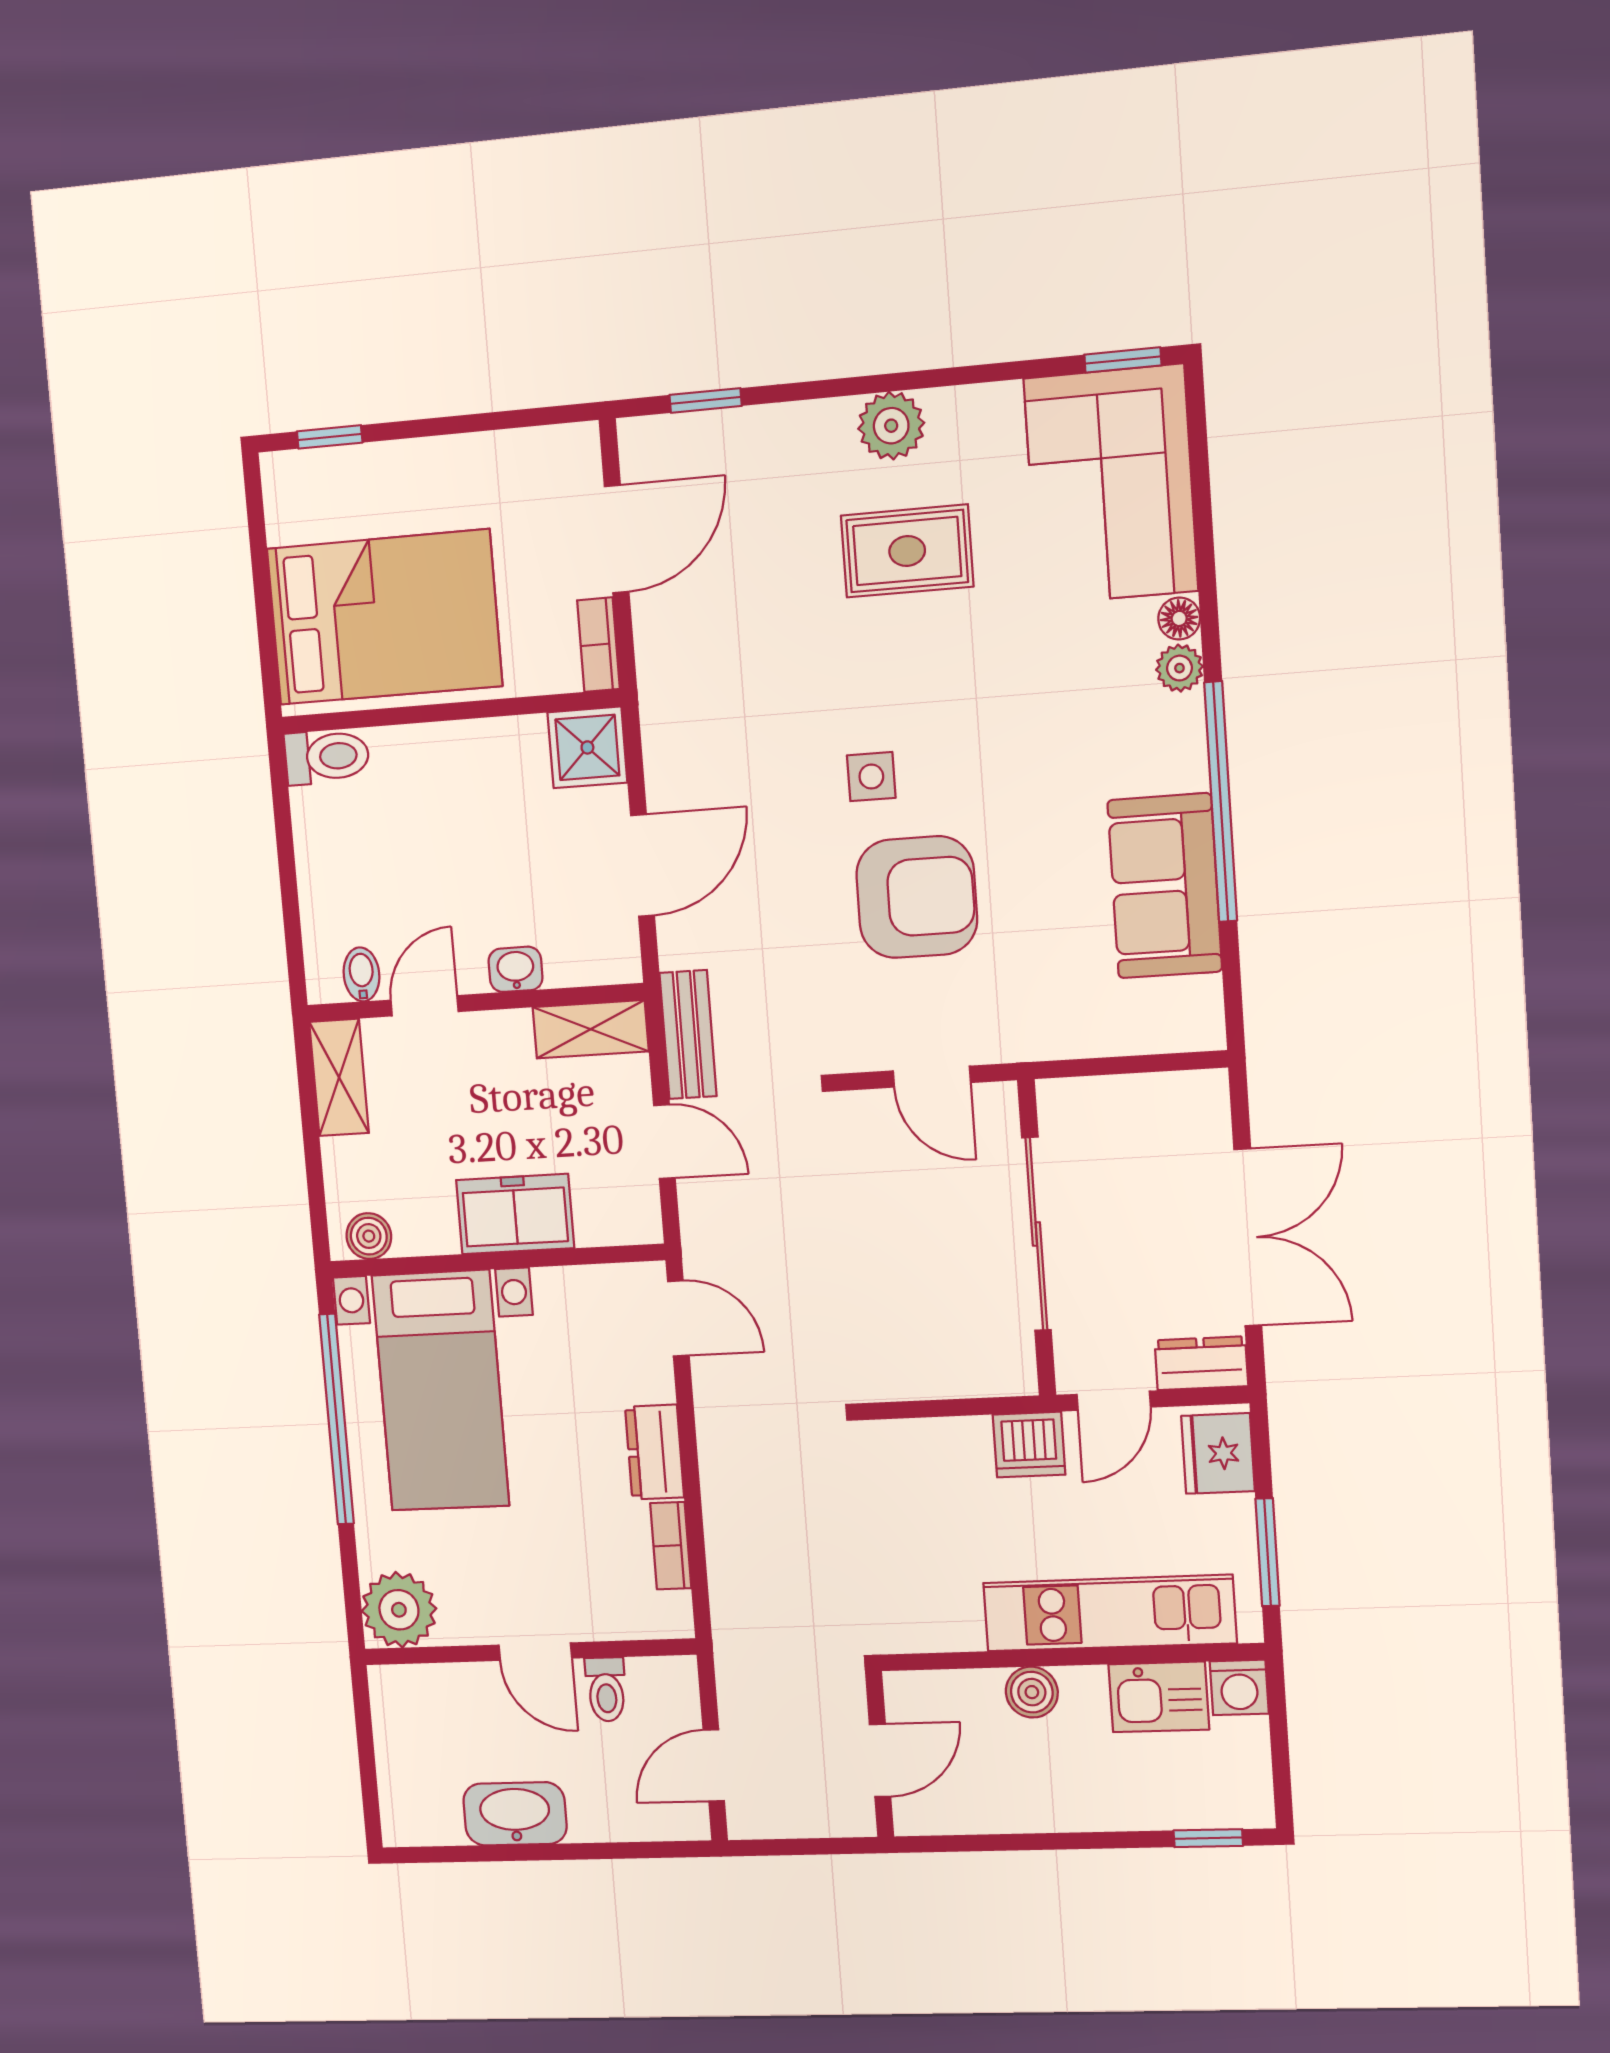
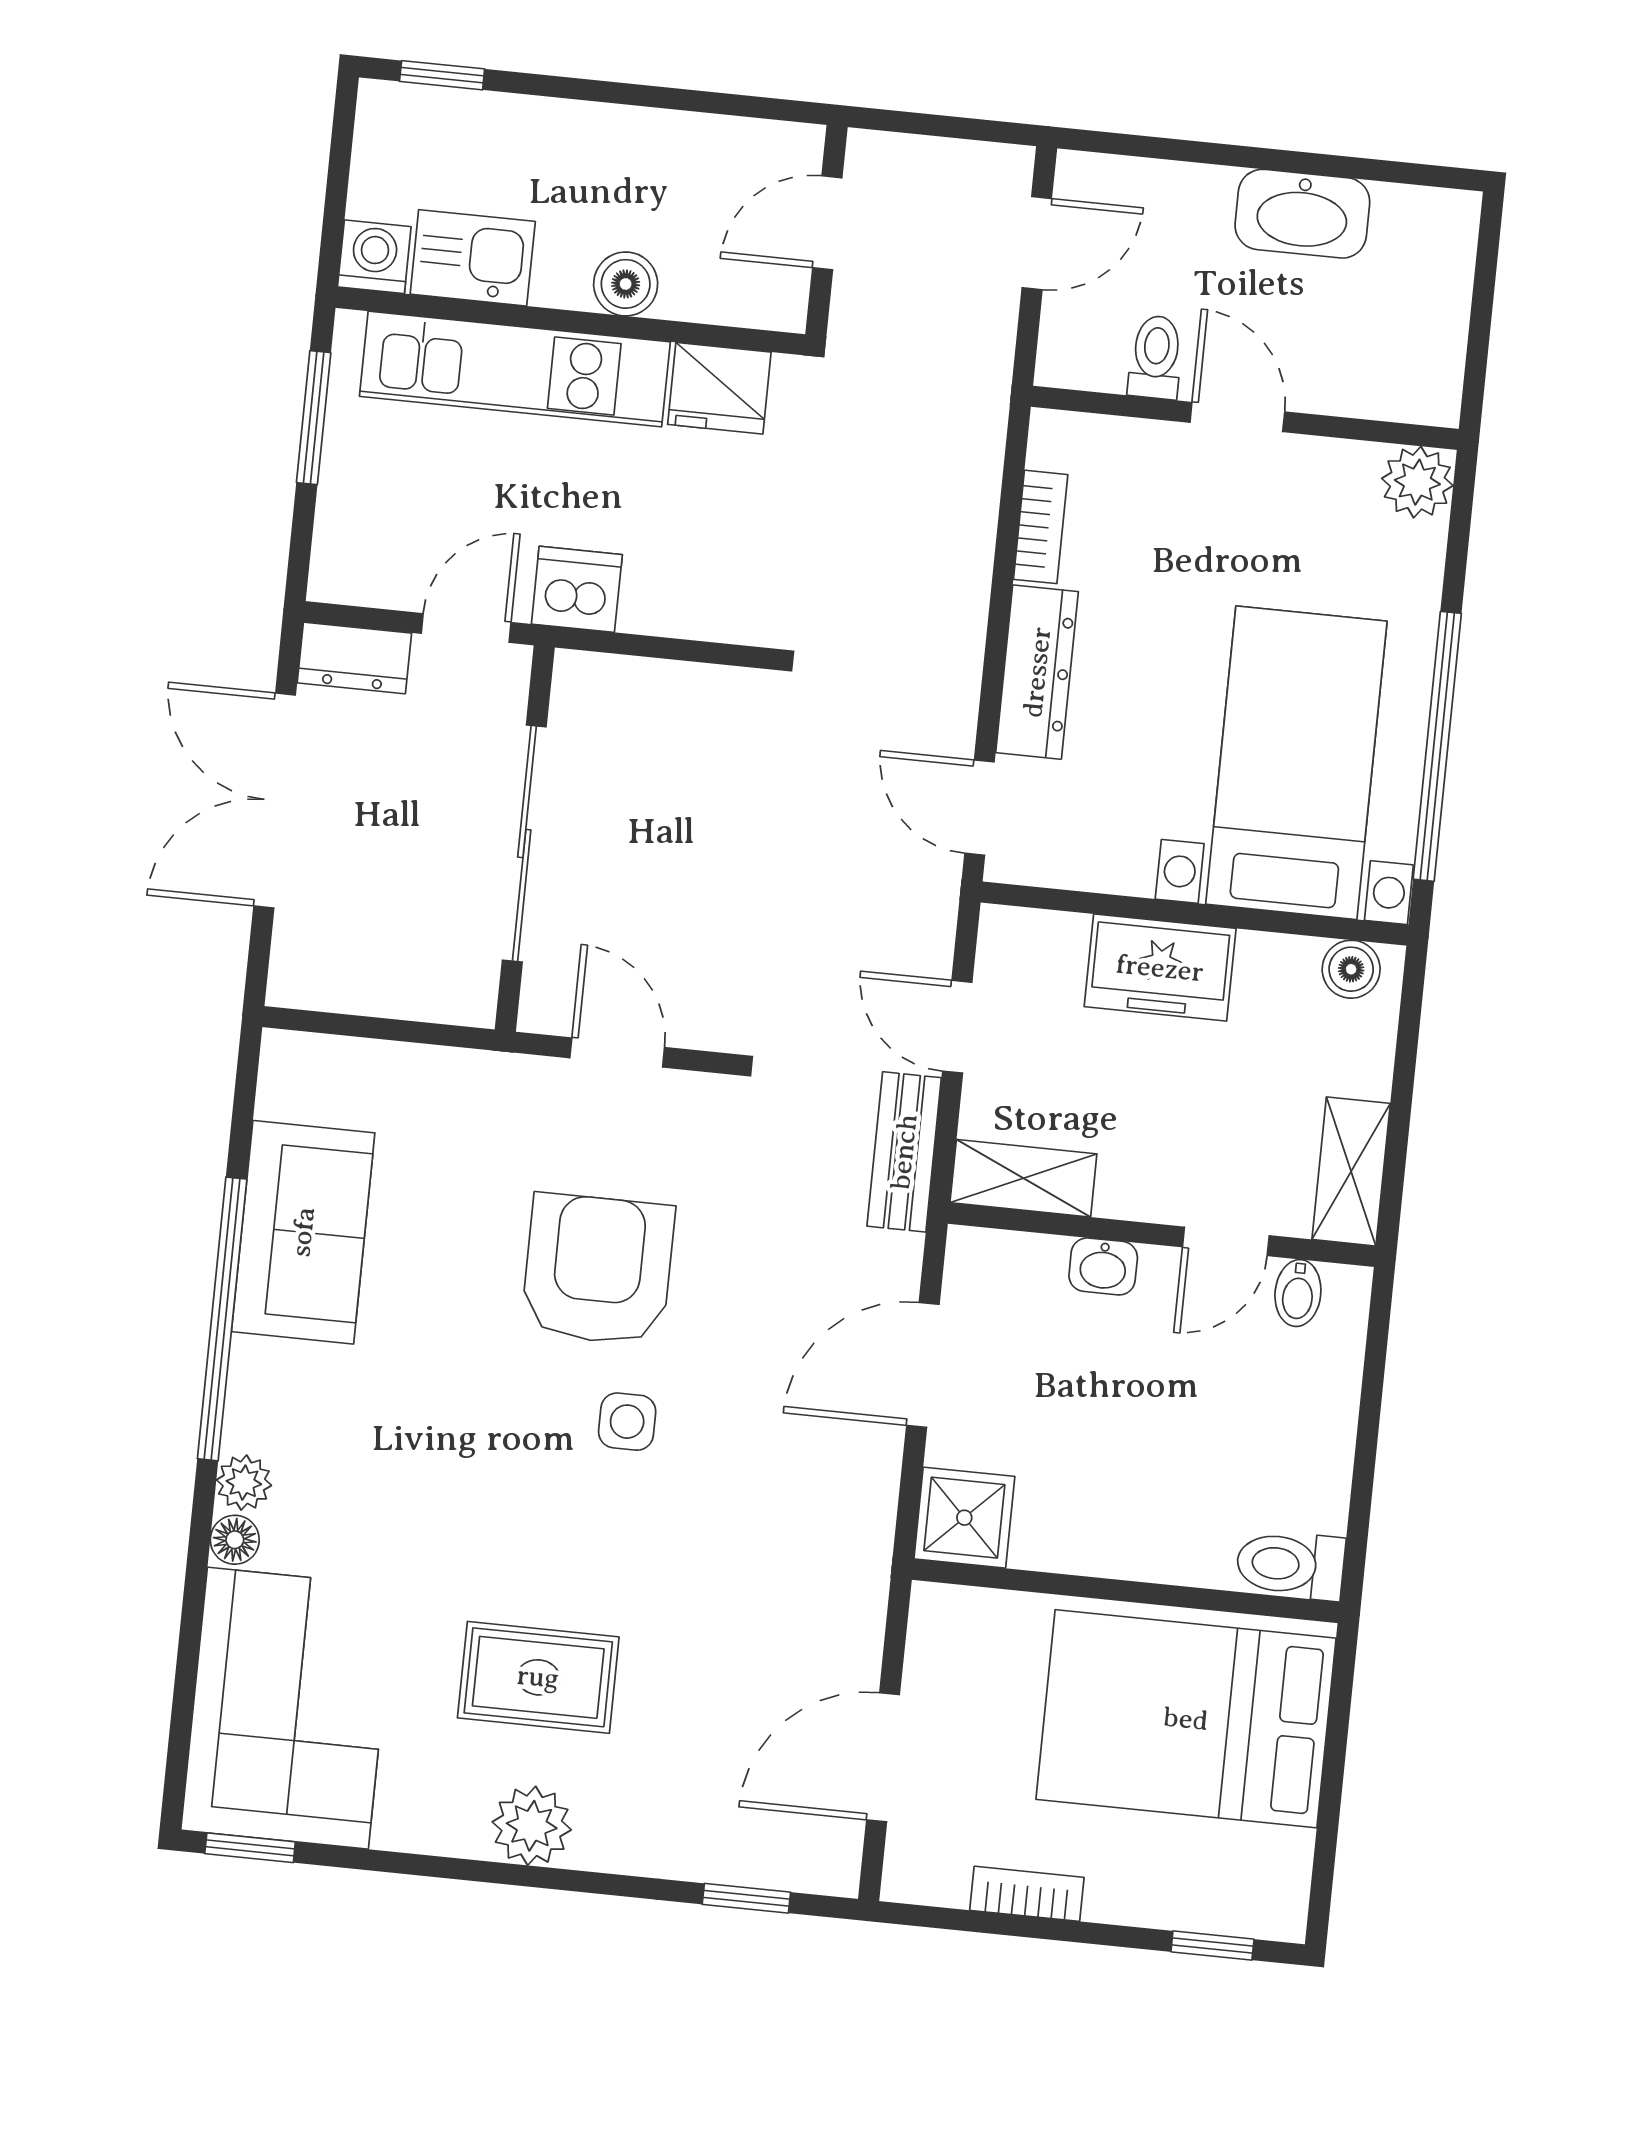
bookcase: (599, 645) -> (1027, 1894), moved, turned -90
armchair: (917, 897) -> (598, 1270), turned 90
dresser: (655, 1452) -> (1037, 672), width x1.44
fridge: (1218, 1453) -> (719, 388), moved, turned 90
plant: (399, 1610) -> (1417, 482), width x0.73, depth x0.73

